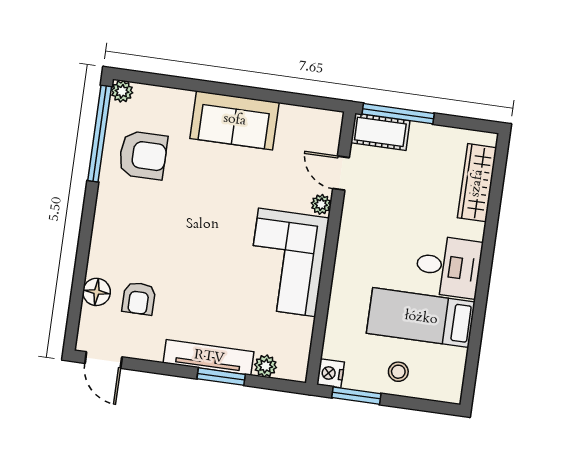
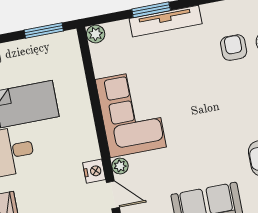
plant: (266, 366) -> (96, 34), moved
stool: (398, 372) -> (18, 59), removed
nightstand: (331, 373) -> (94, 171), moved

